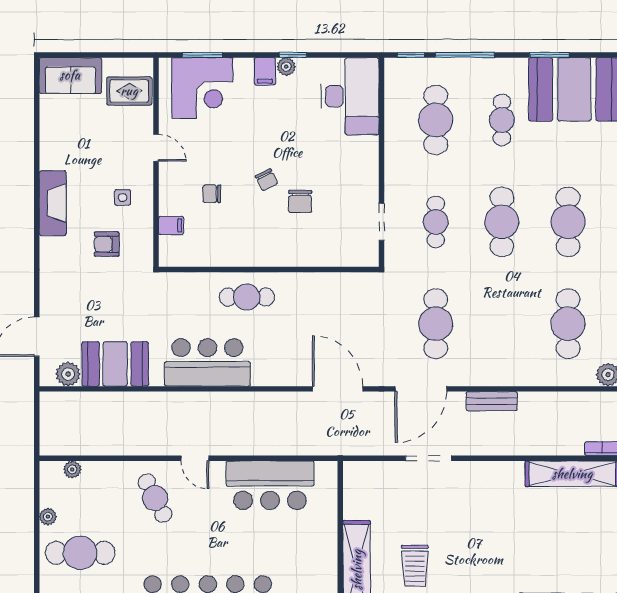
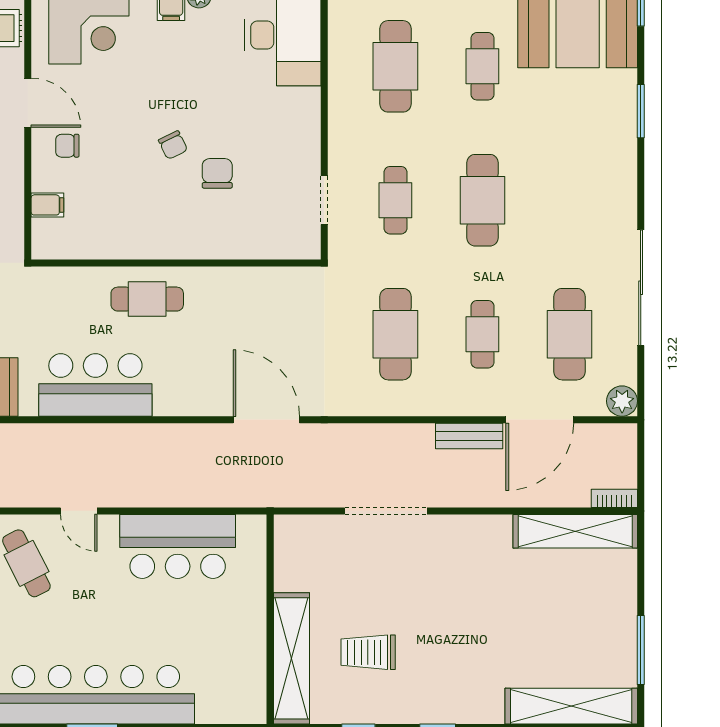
door: (156, 148) -> (28, 103), width x1.38
chair: (212, 194) -> (67, 146), moved
chair: (300, 201) -> (217, 173), turned 180
cafe table: (568, 222) -> (482, 334), moved, width x0.73, depth x0.74
door: (421, 389) -> (540, 420), moved
doorway: (428, 458) -> (386, 511), width x1.36
trolley: (415, 566) -> (368, 652), turned 90

